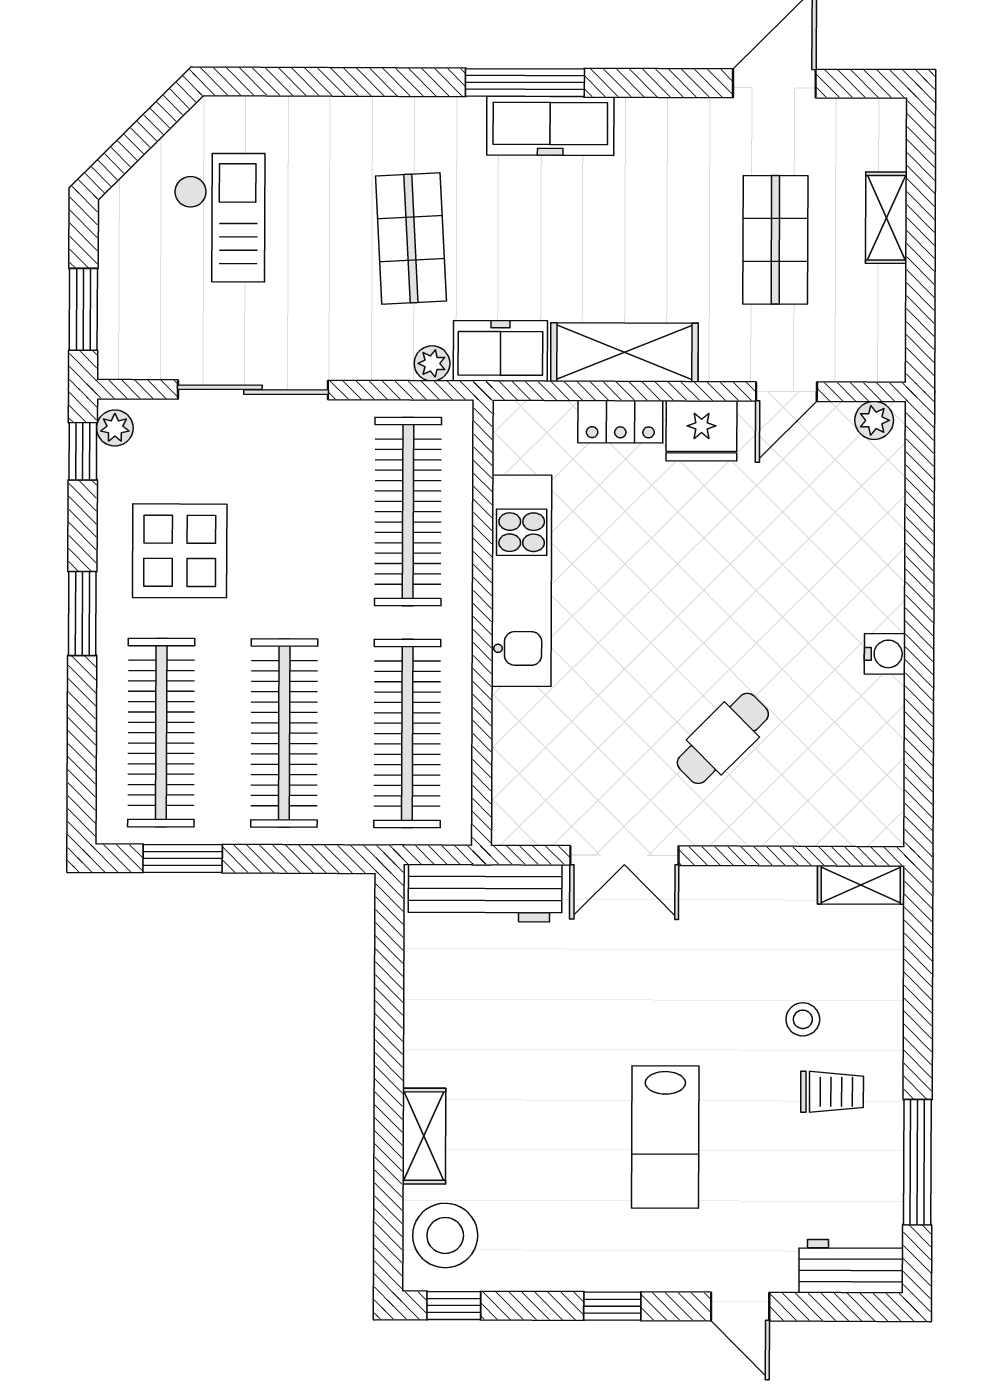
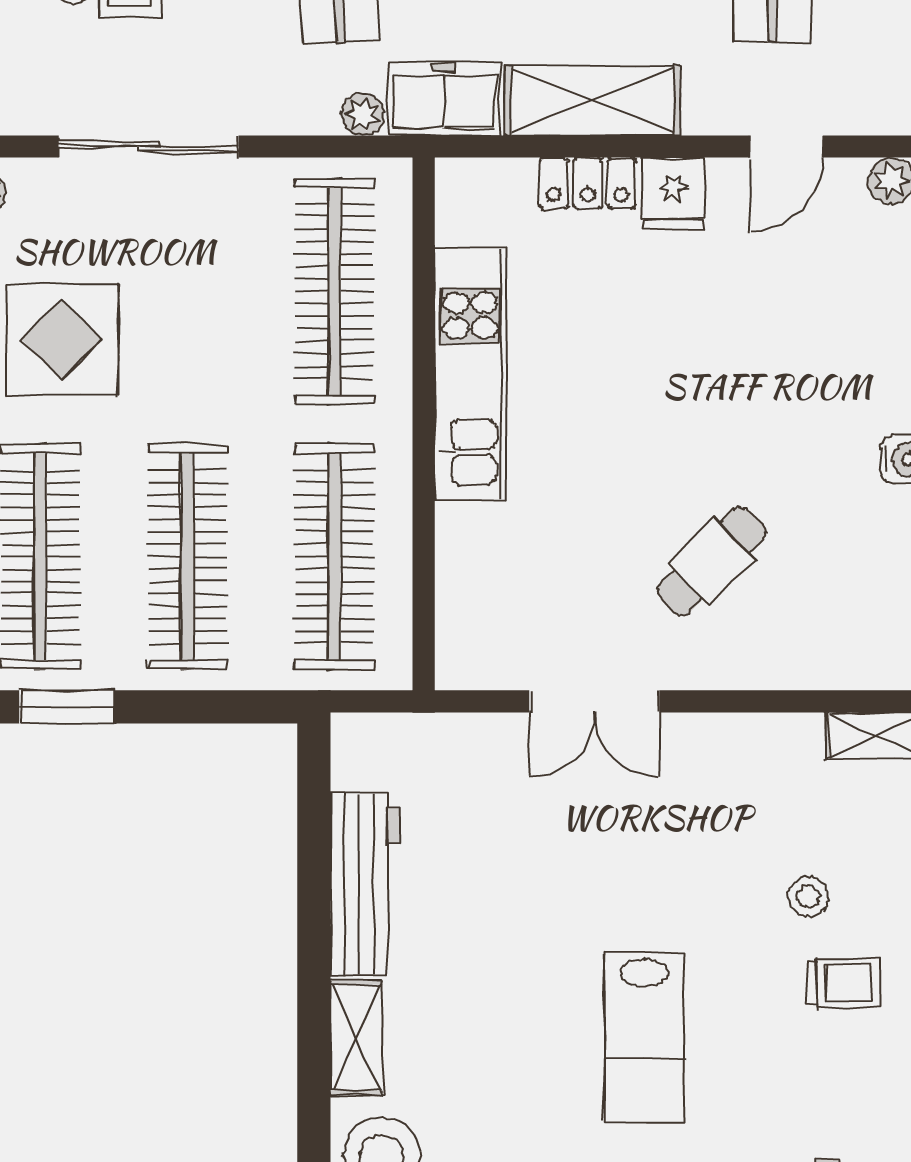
fridge: (702, 431) -> (673, 194), width x0.72
workbench: (485, 893) -> (365, 884), moved, turned -90

